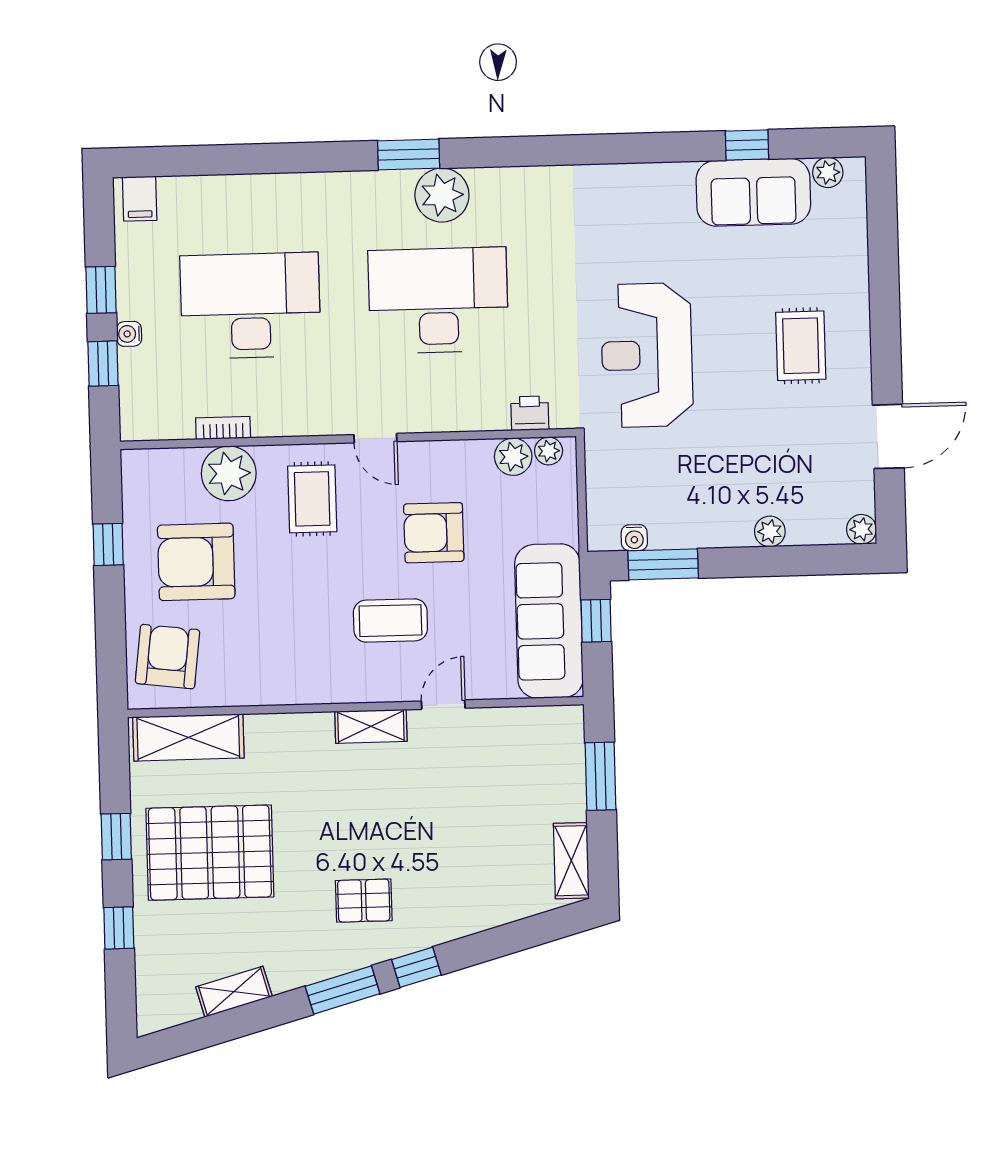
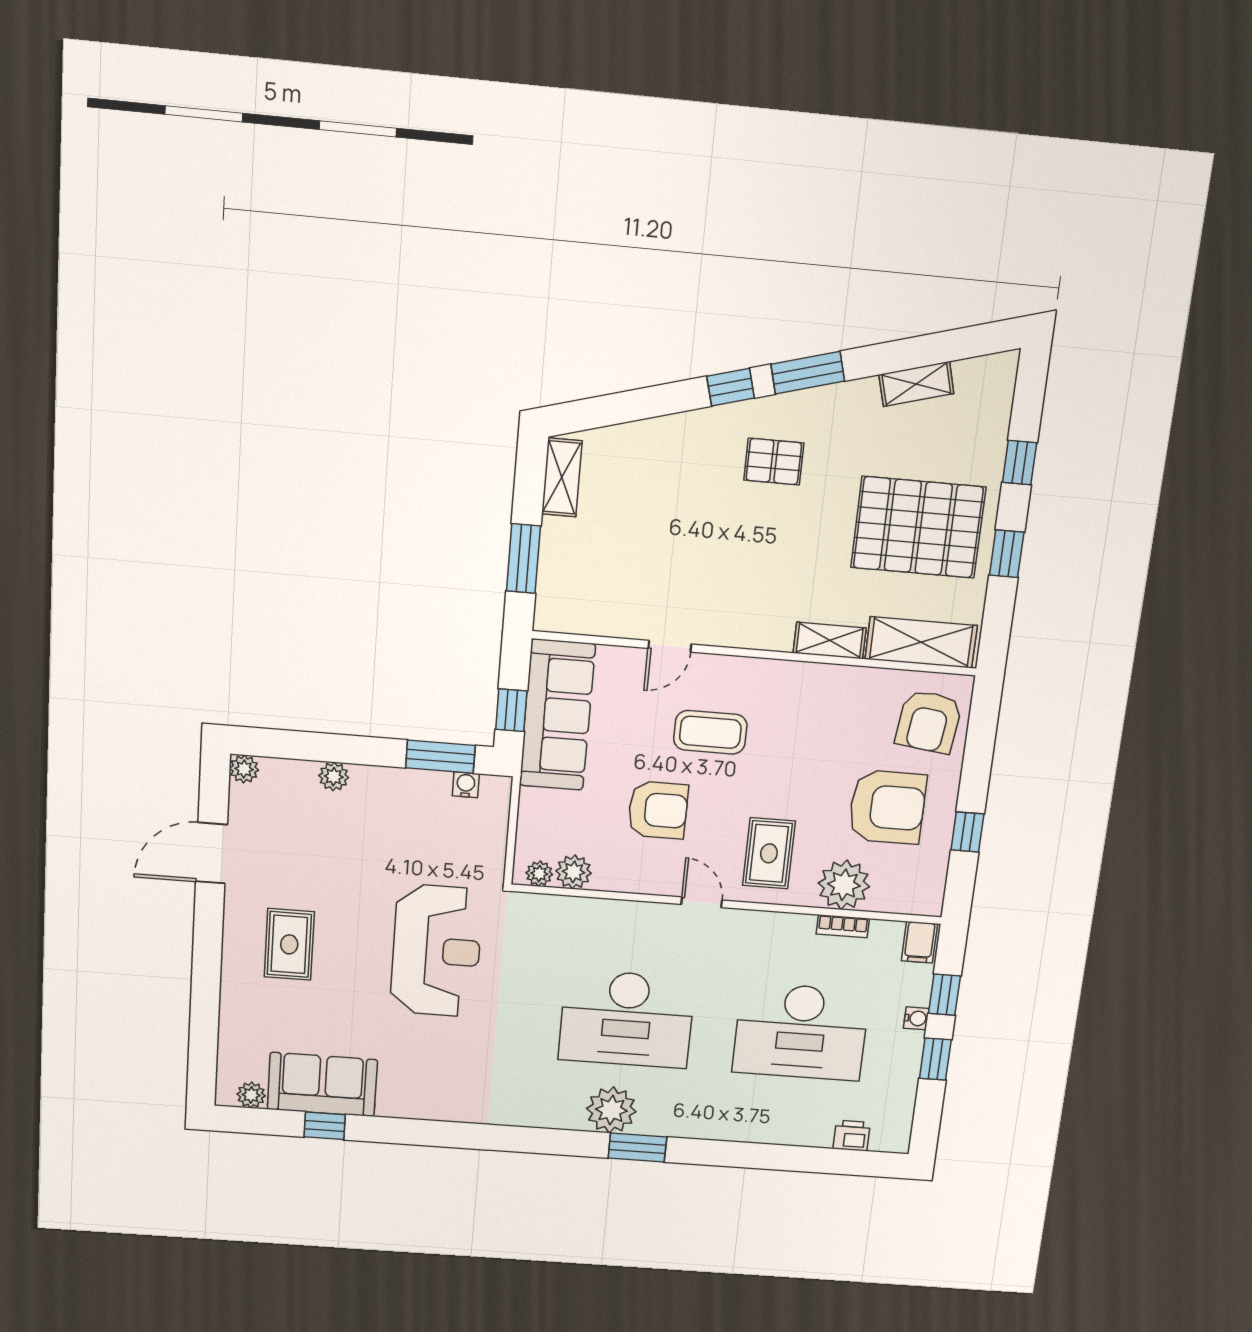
filing cabinet: (140, 199) -> (919, 942), moved, turned 180
printer: (530, 413) -> (852, 1136), moved, turned 180
shelving: (371, 726) -> (830, 640), moved

